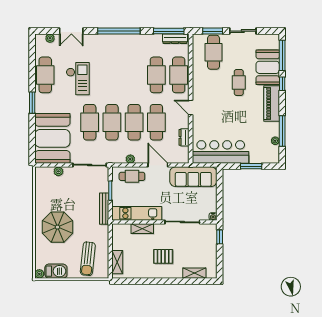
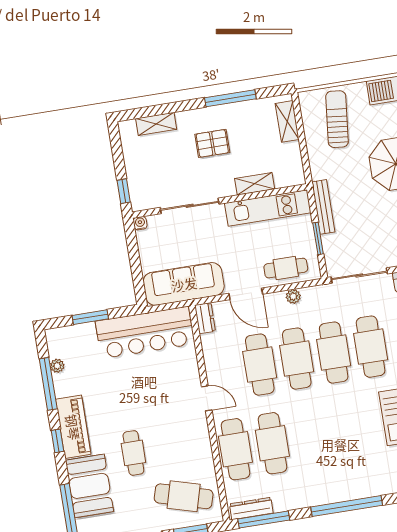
cafe table: (213, 52) -> (184, 496), turned -74
window: (282, 84) -> (57, 441), moved
dresser: (184, 137) -> (205, 318), moved
window: (148, 281) -> (230, 98), added

